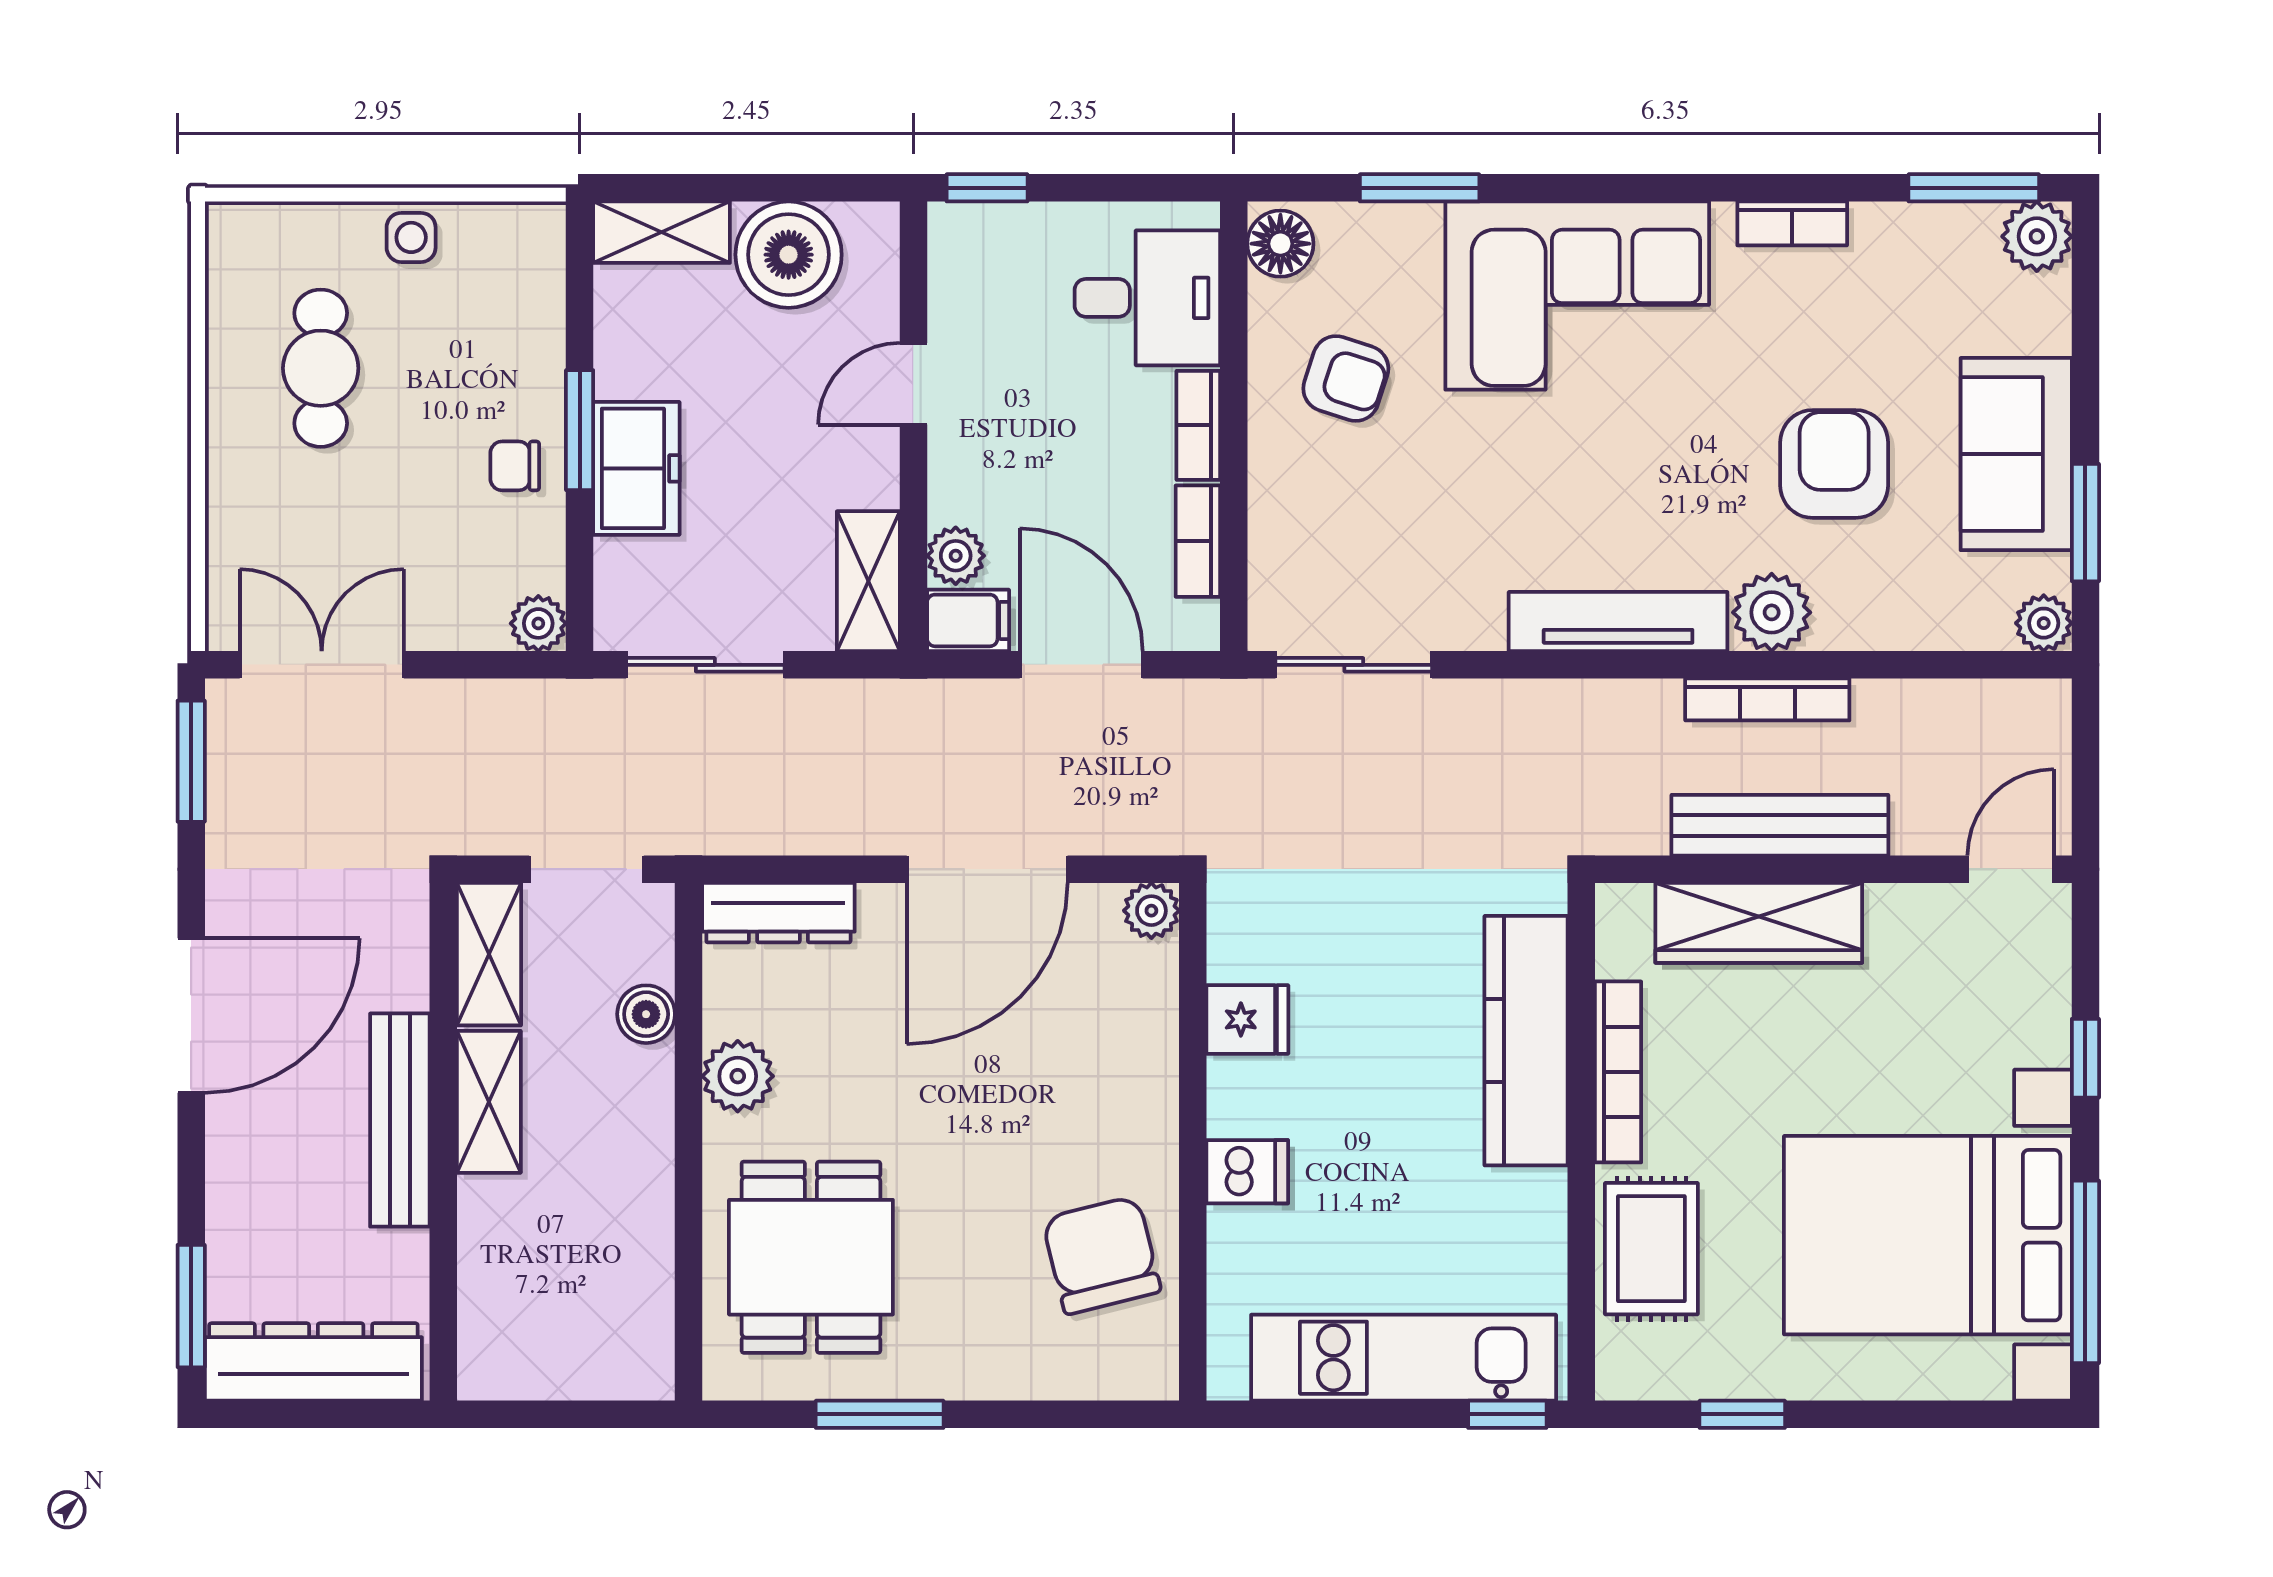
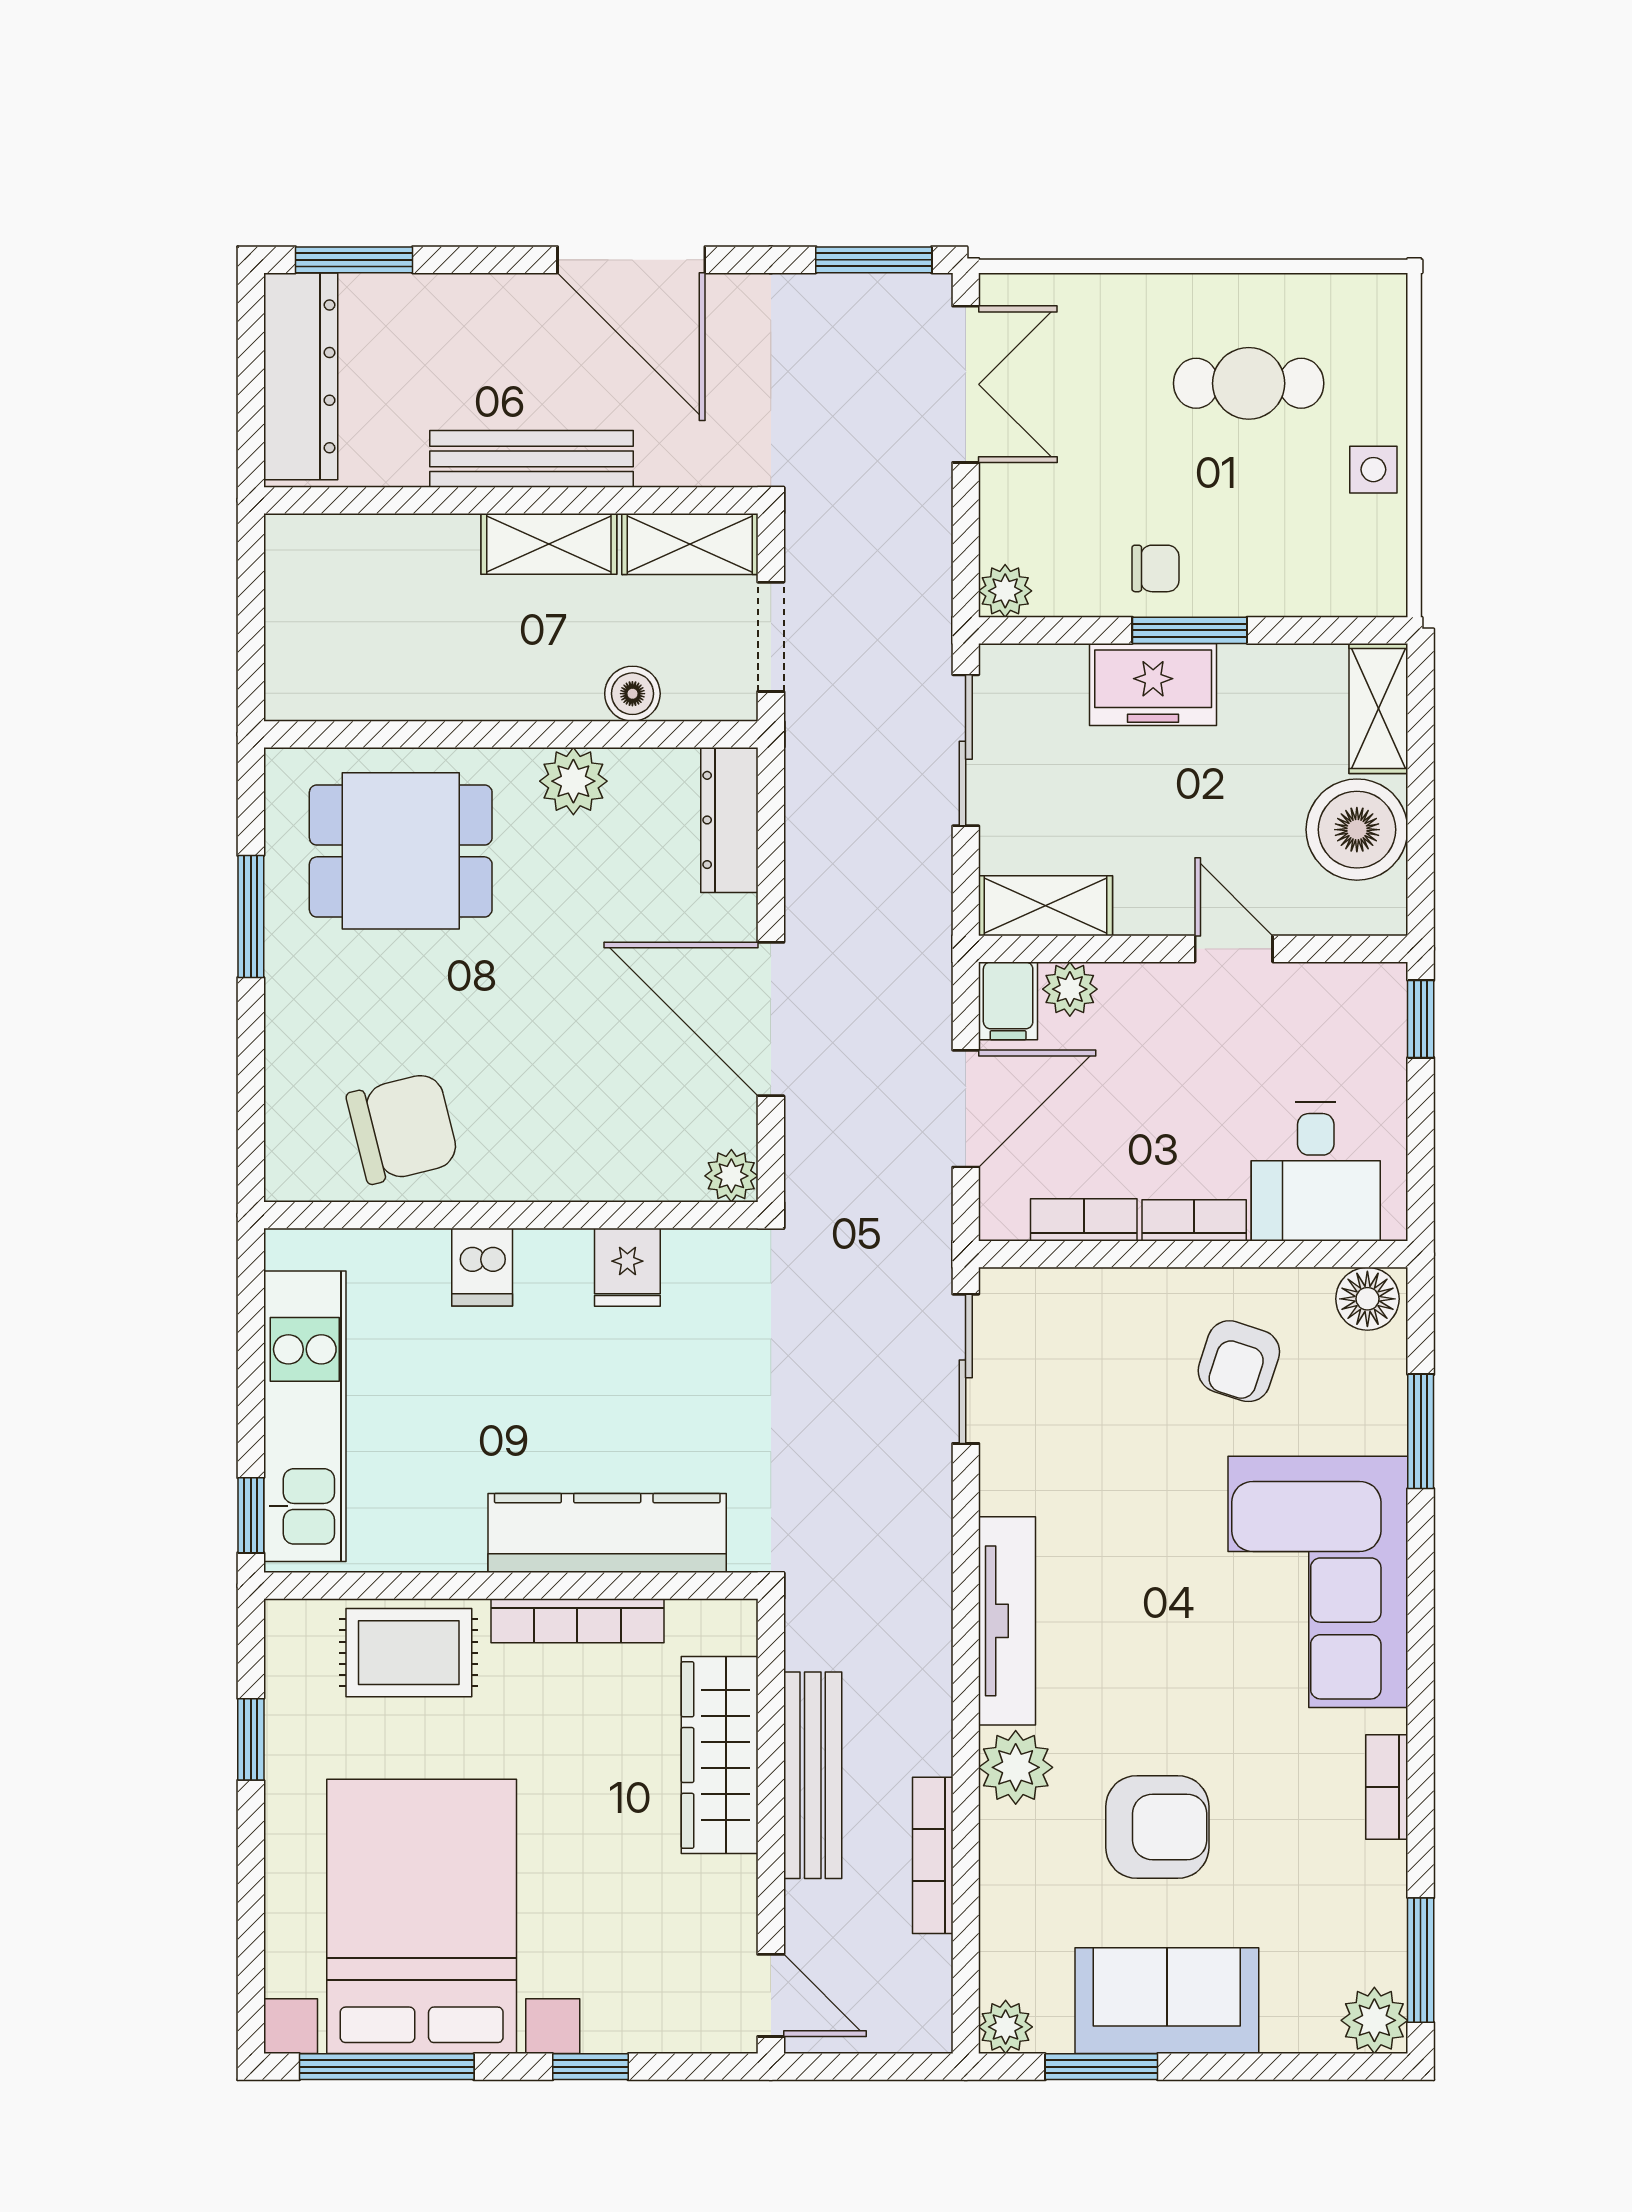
chair: (515, 466) -> (1155, 568), turned 90
bookcase: (1767, 699) -> (933, 1855), moved

